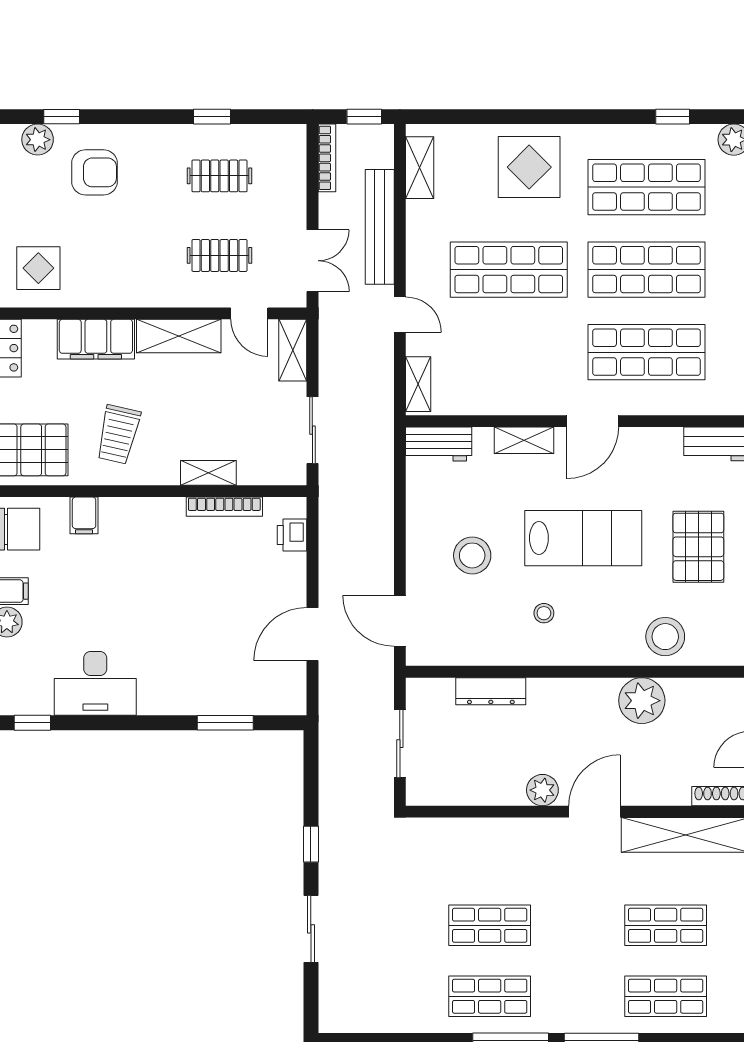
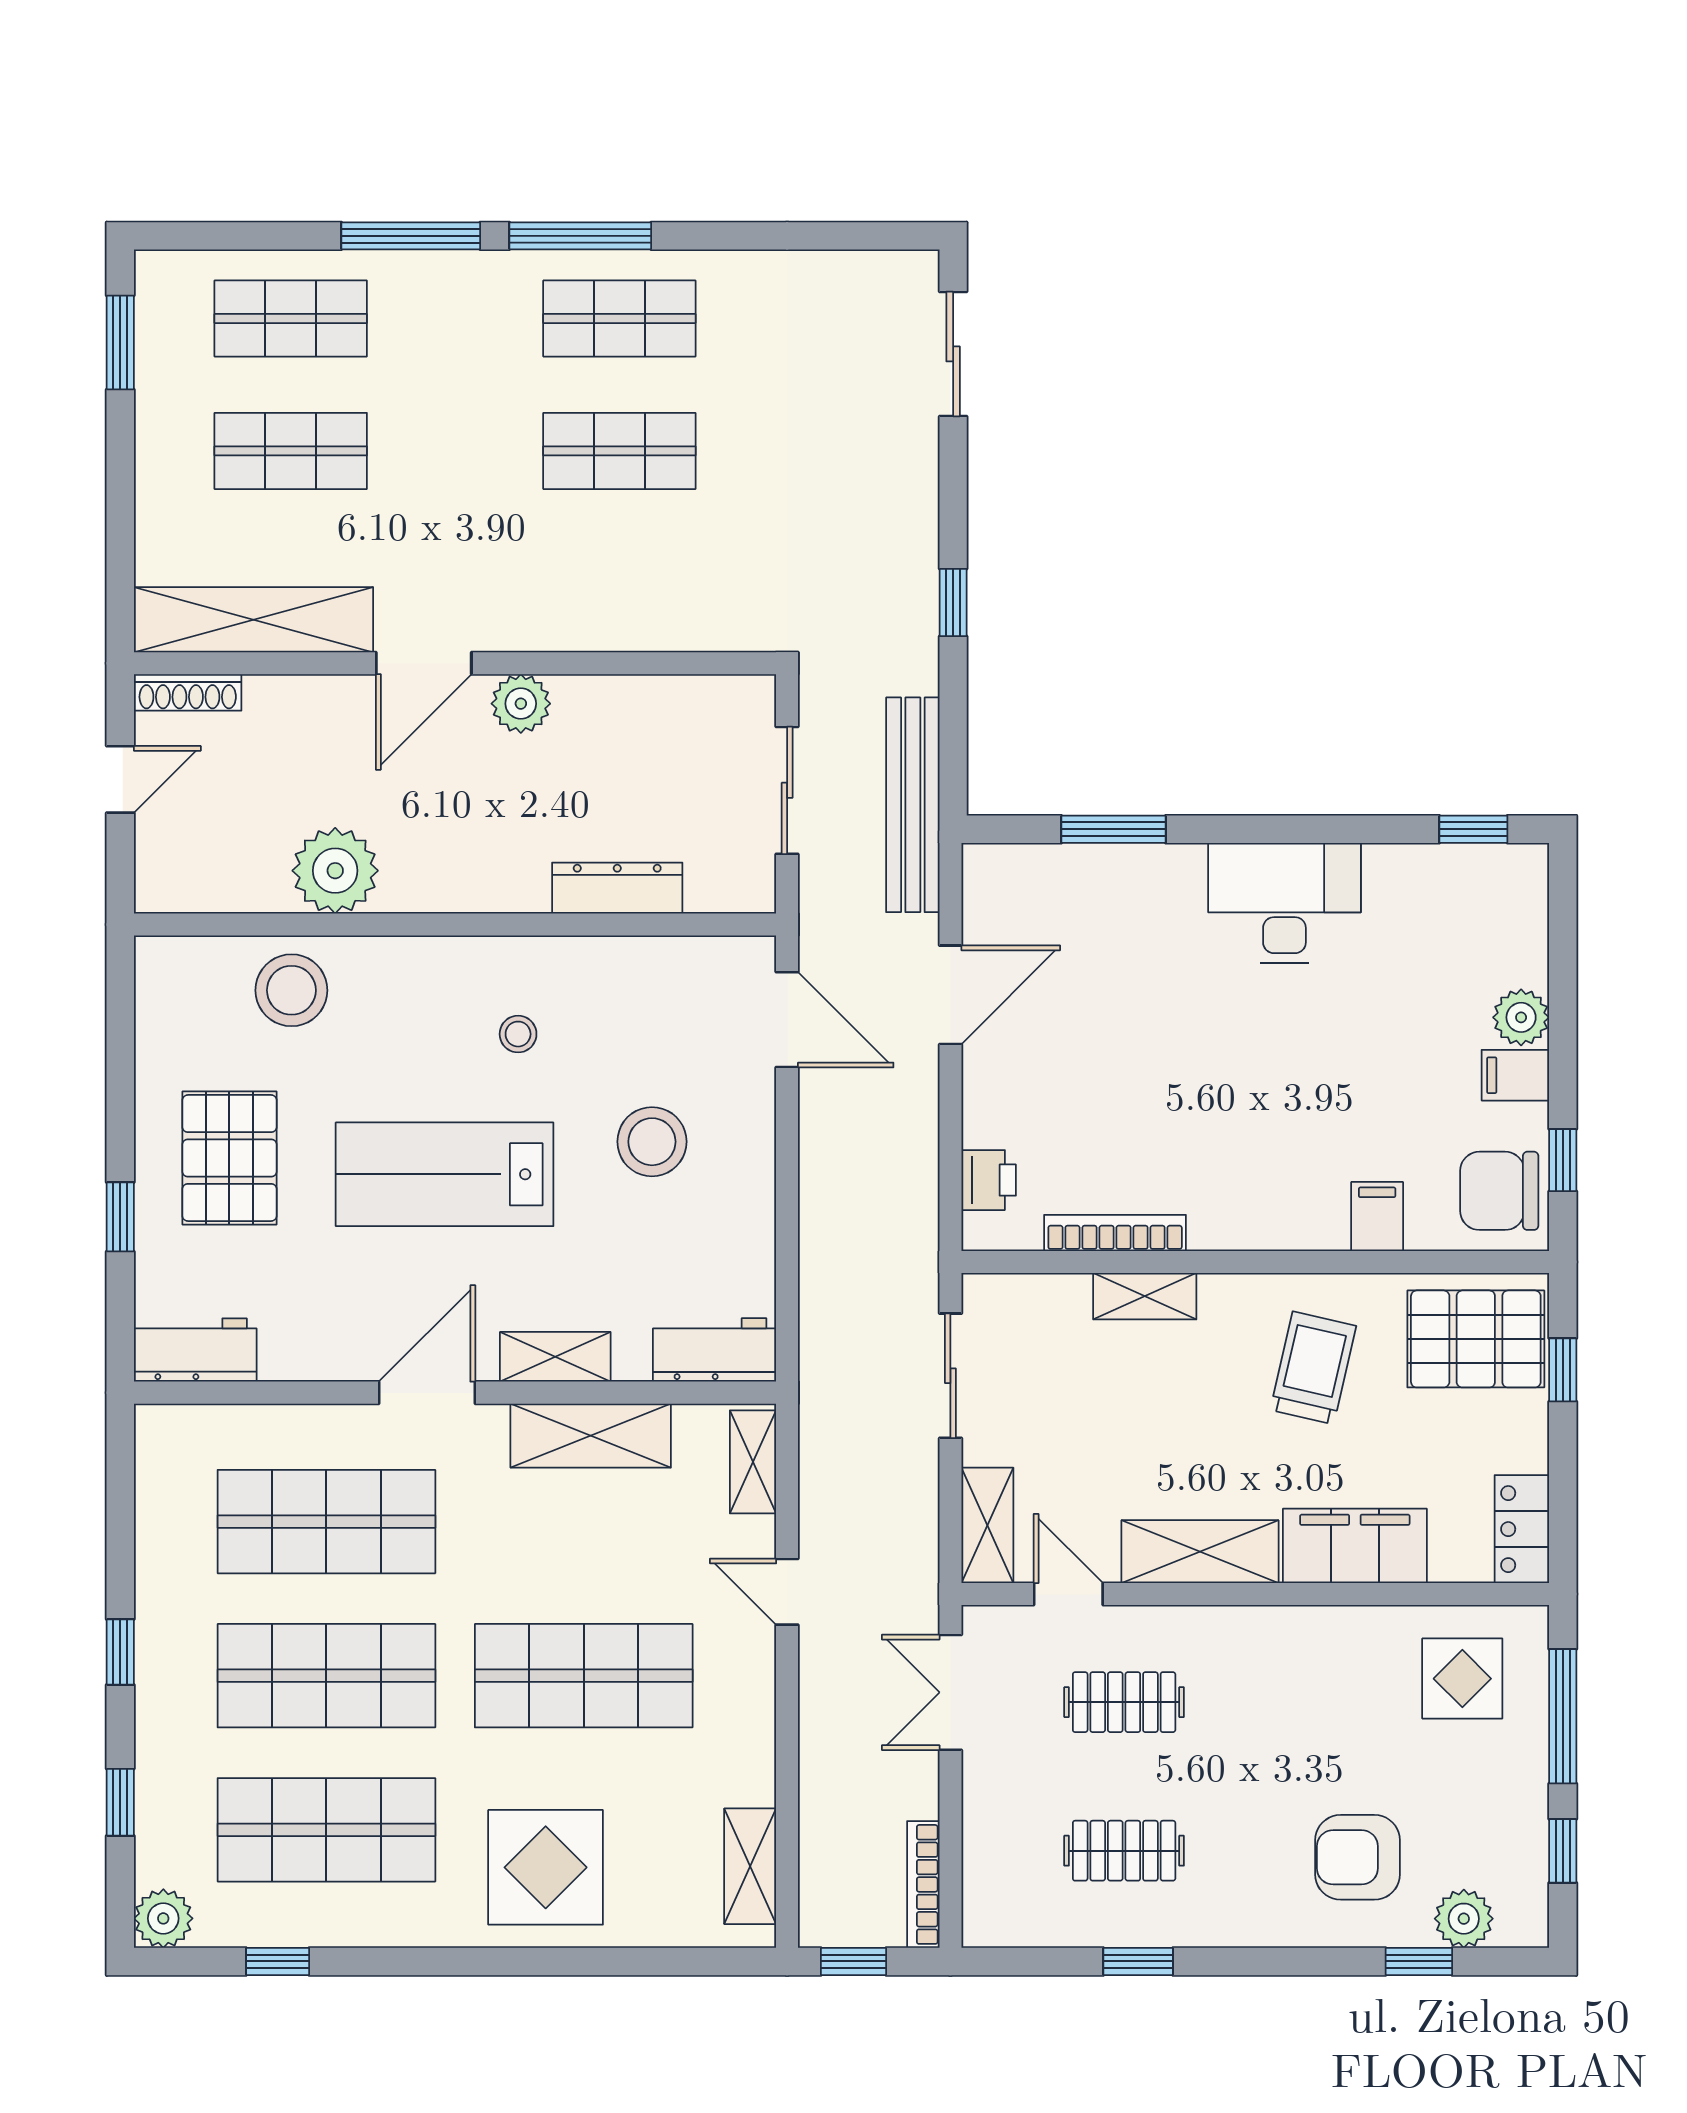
bench: (380, 227) -> (913, 805), moved
shelving: (505, 398) -> (591, 1436), added
desk: (95, 683) -> (1284, 903), moved
sliding door: (311, 929) -> (953, 354), moved

